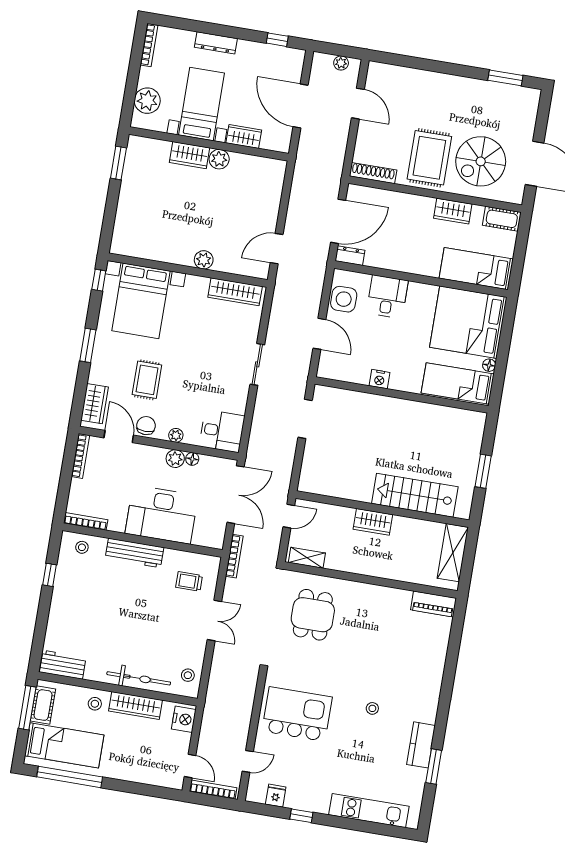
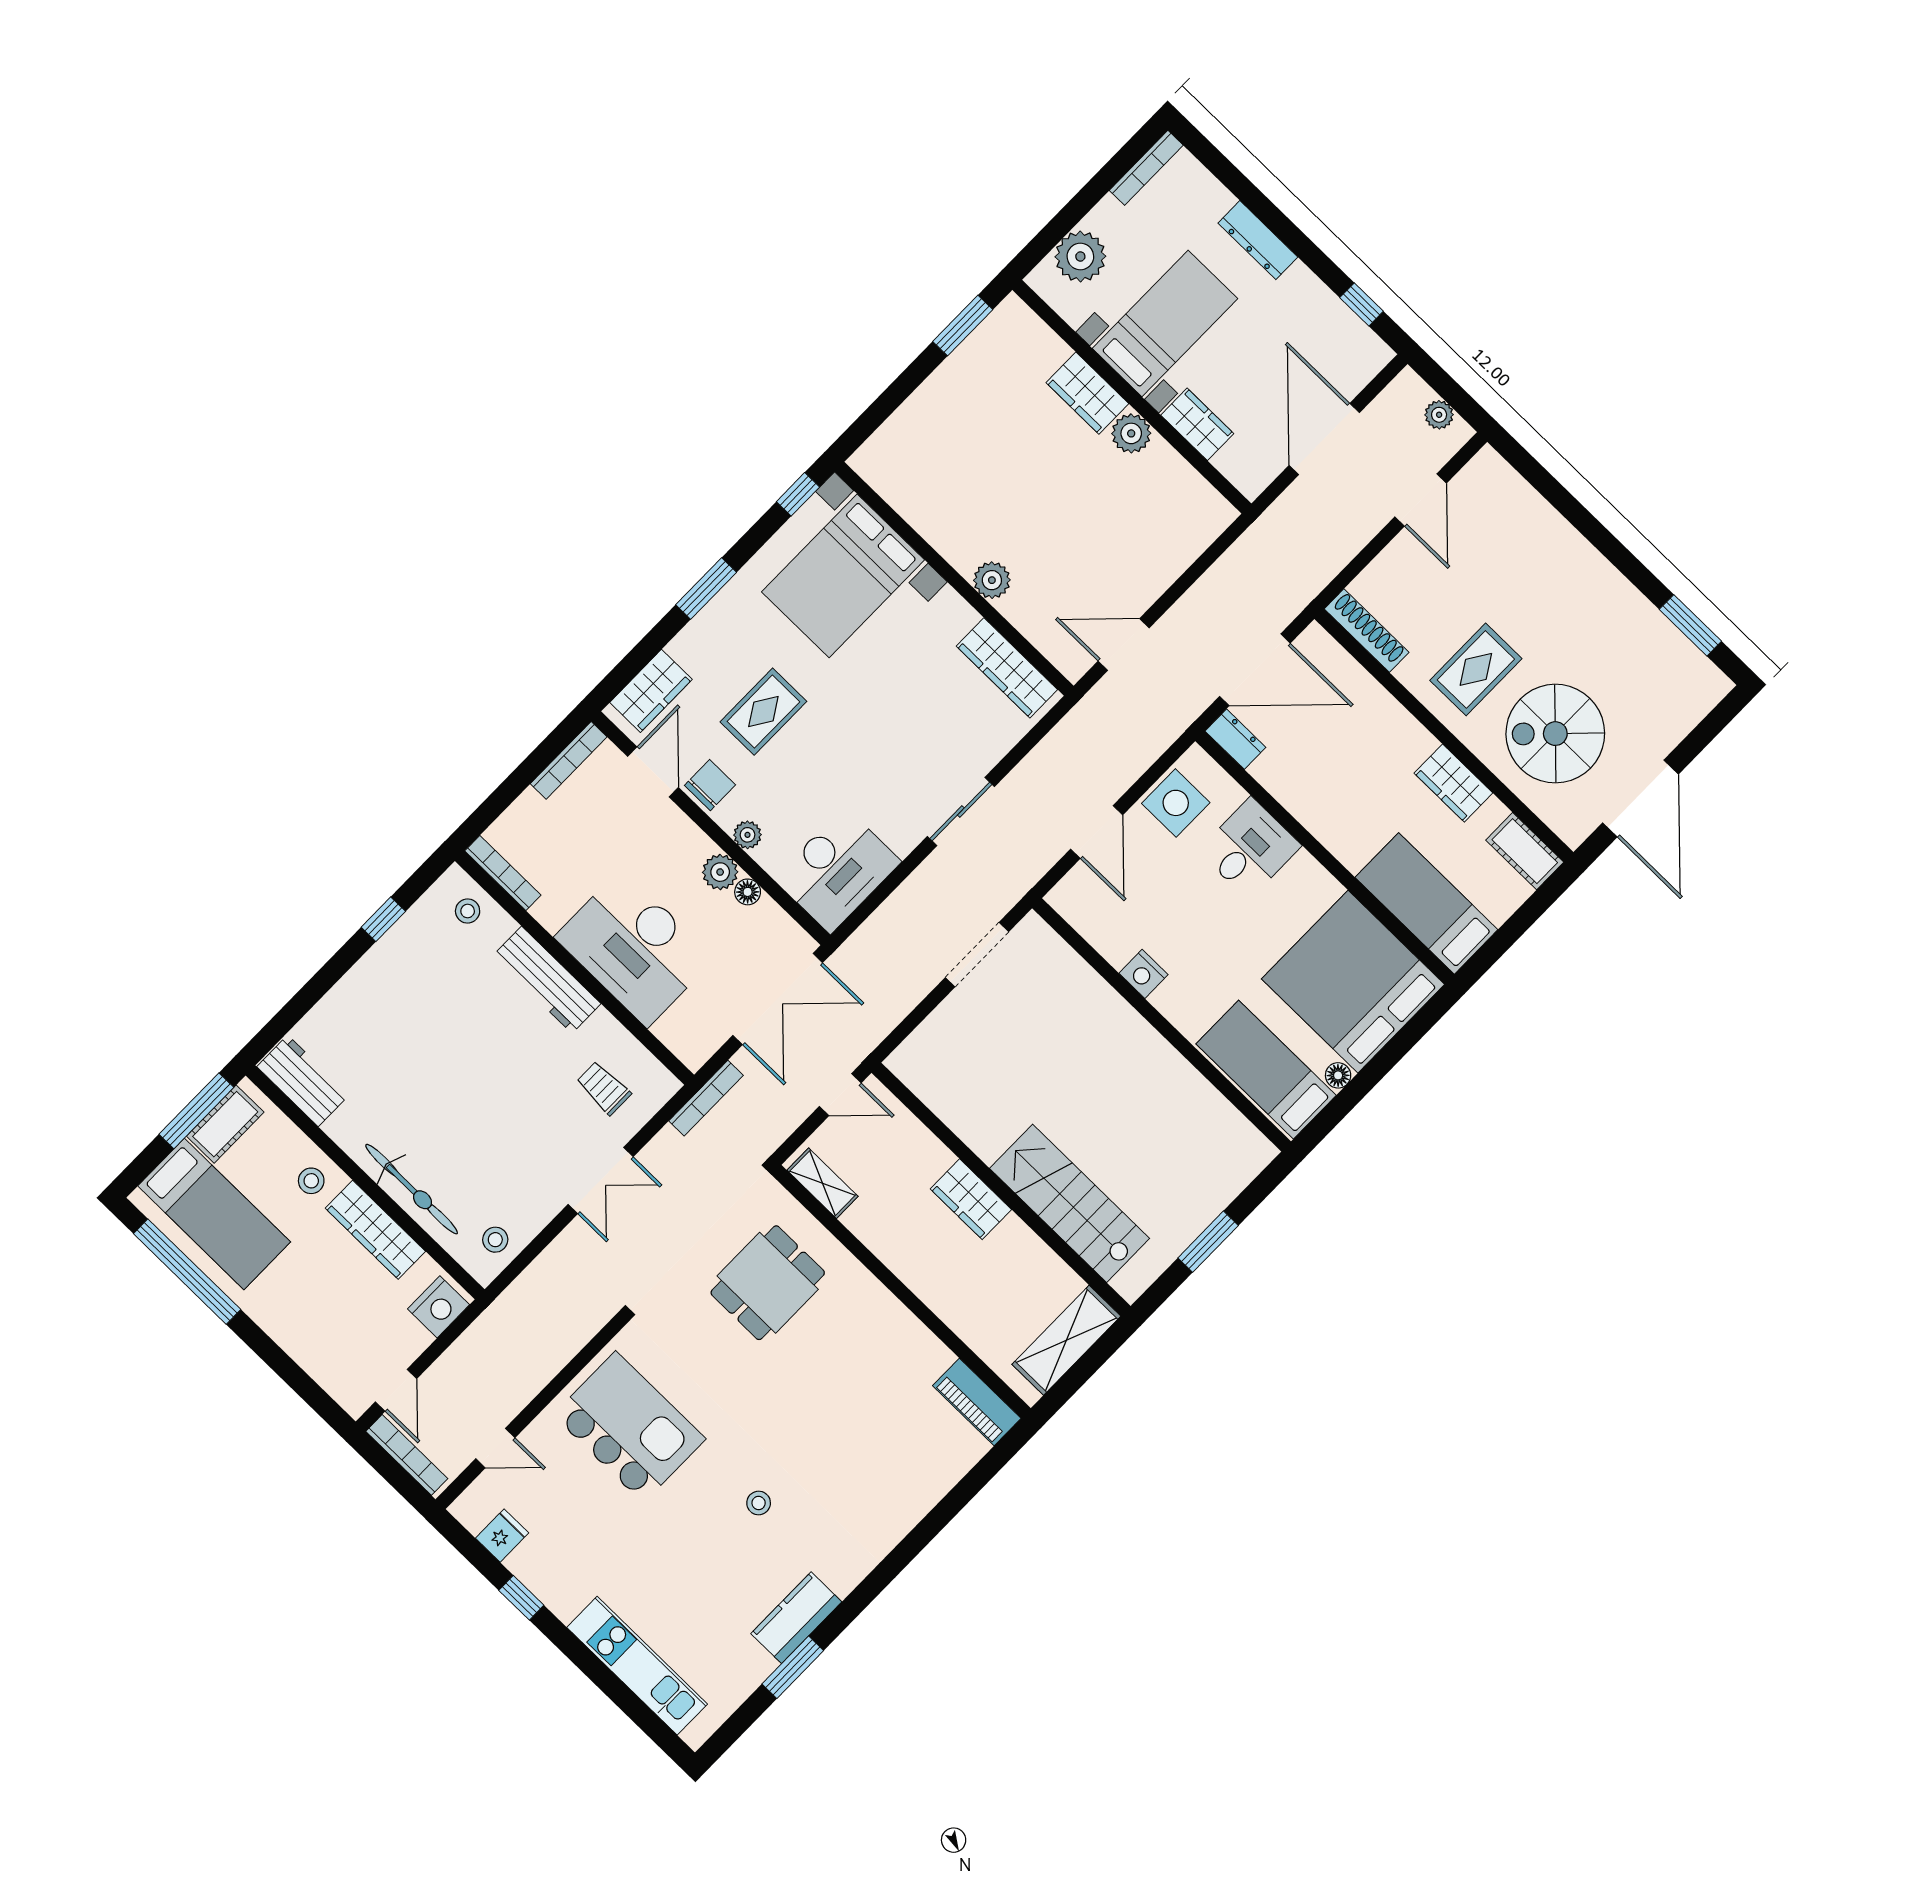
rug: (429, 158) -> (1476, 669), width x0.73, depth x0.70
desk: (222, 431) -> (837, 870), width x1.37

